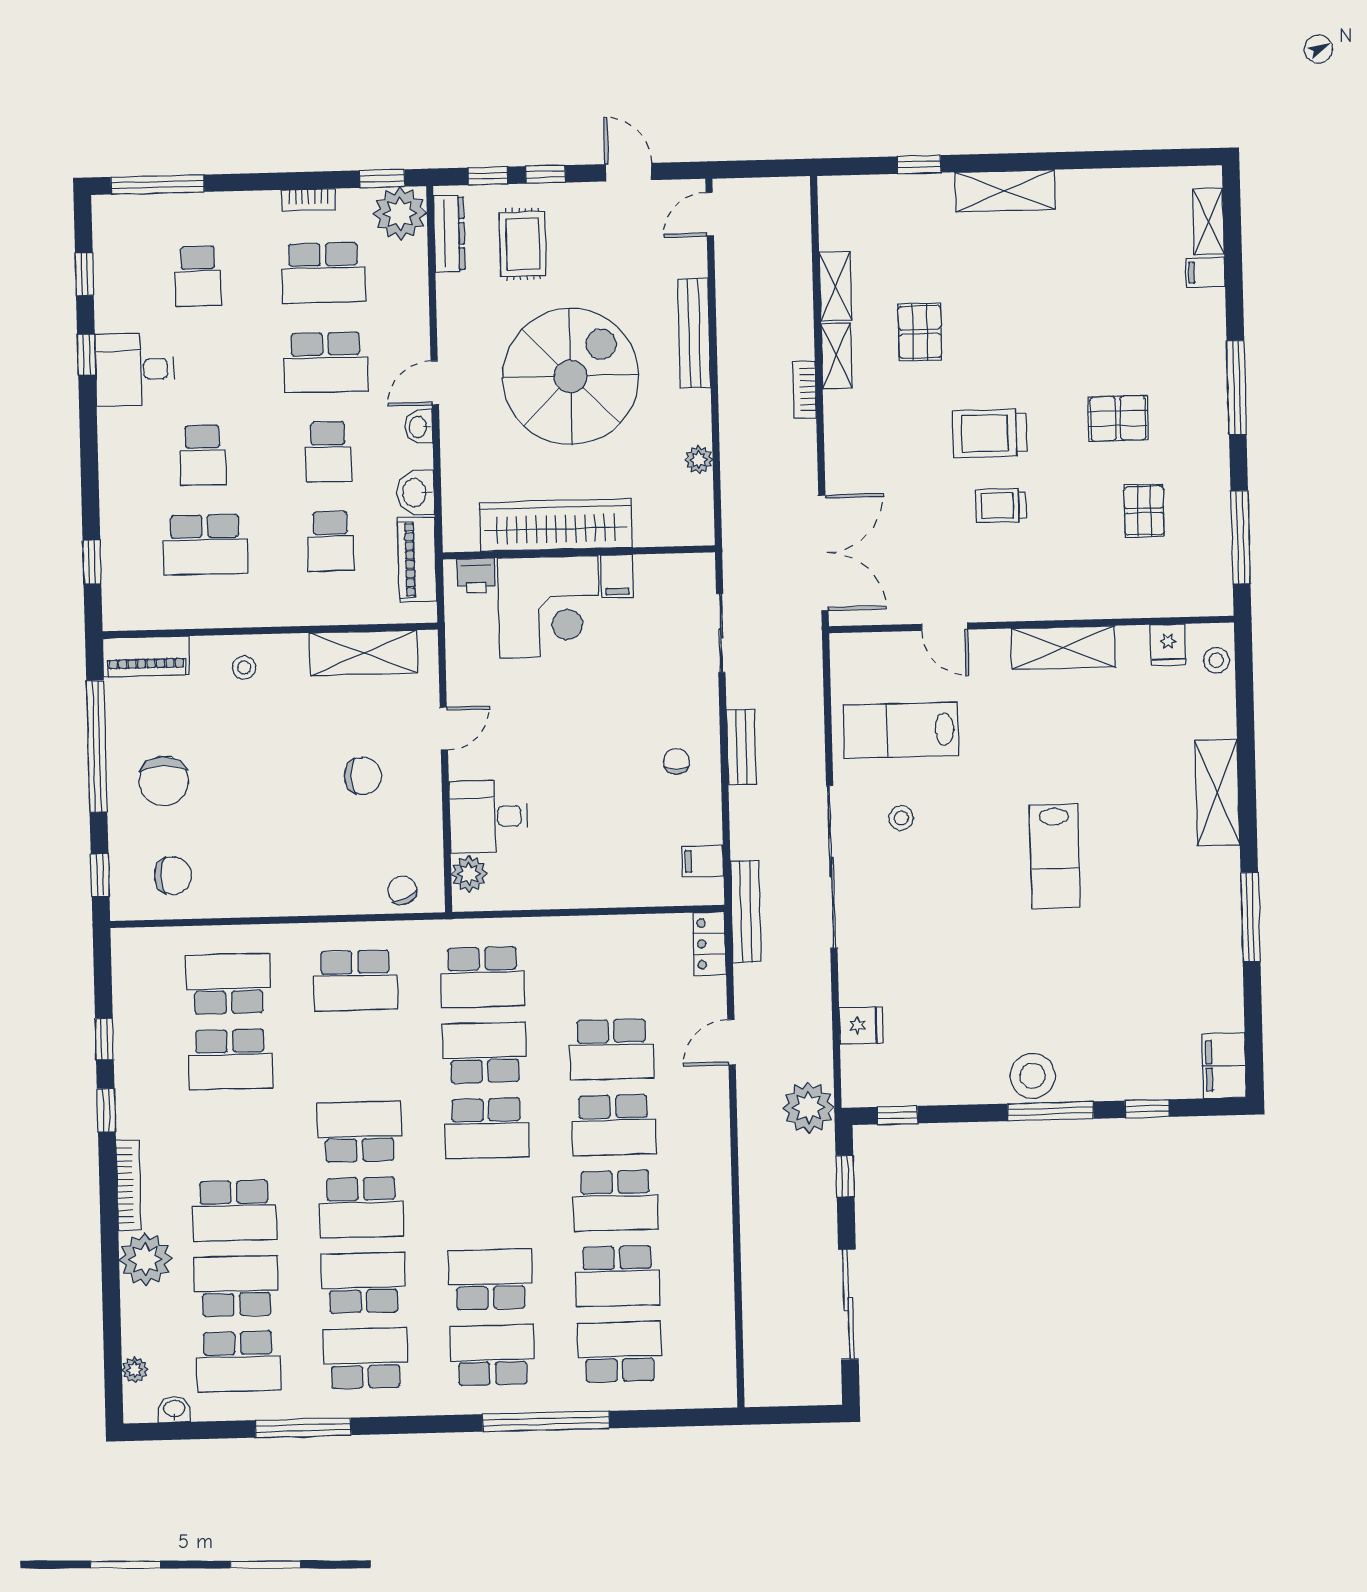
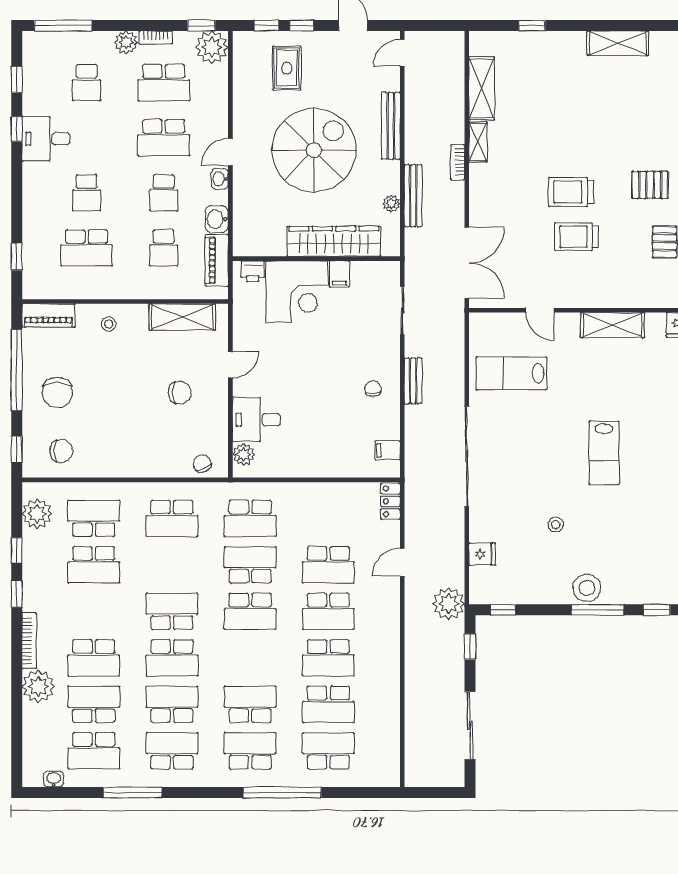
shelving: (1005, 191) -> (618, 43), moved
plant: (261, 209) -> (126, 42), added
dresser: (449, 234) -> (242, 60), removed
shelving: (835, 286) -> (482, 88), width x1.50, depth x1.33
pallet: (920, 332) -> (530, 128), removed
trolley: (1001, 506) -> (577, 237), width x1.36, depth x1.39
wardrobe: (556, 525) -> (334, 241), moved
stool: (901, 818) -> (556, 525), moved
bench: (746, 911) -> (413, 196), moved
plant: (135, 1370) -> (37, 514), moved, width x1.87, depth x1.87

